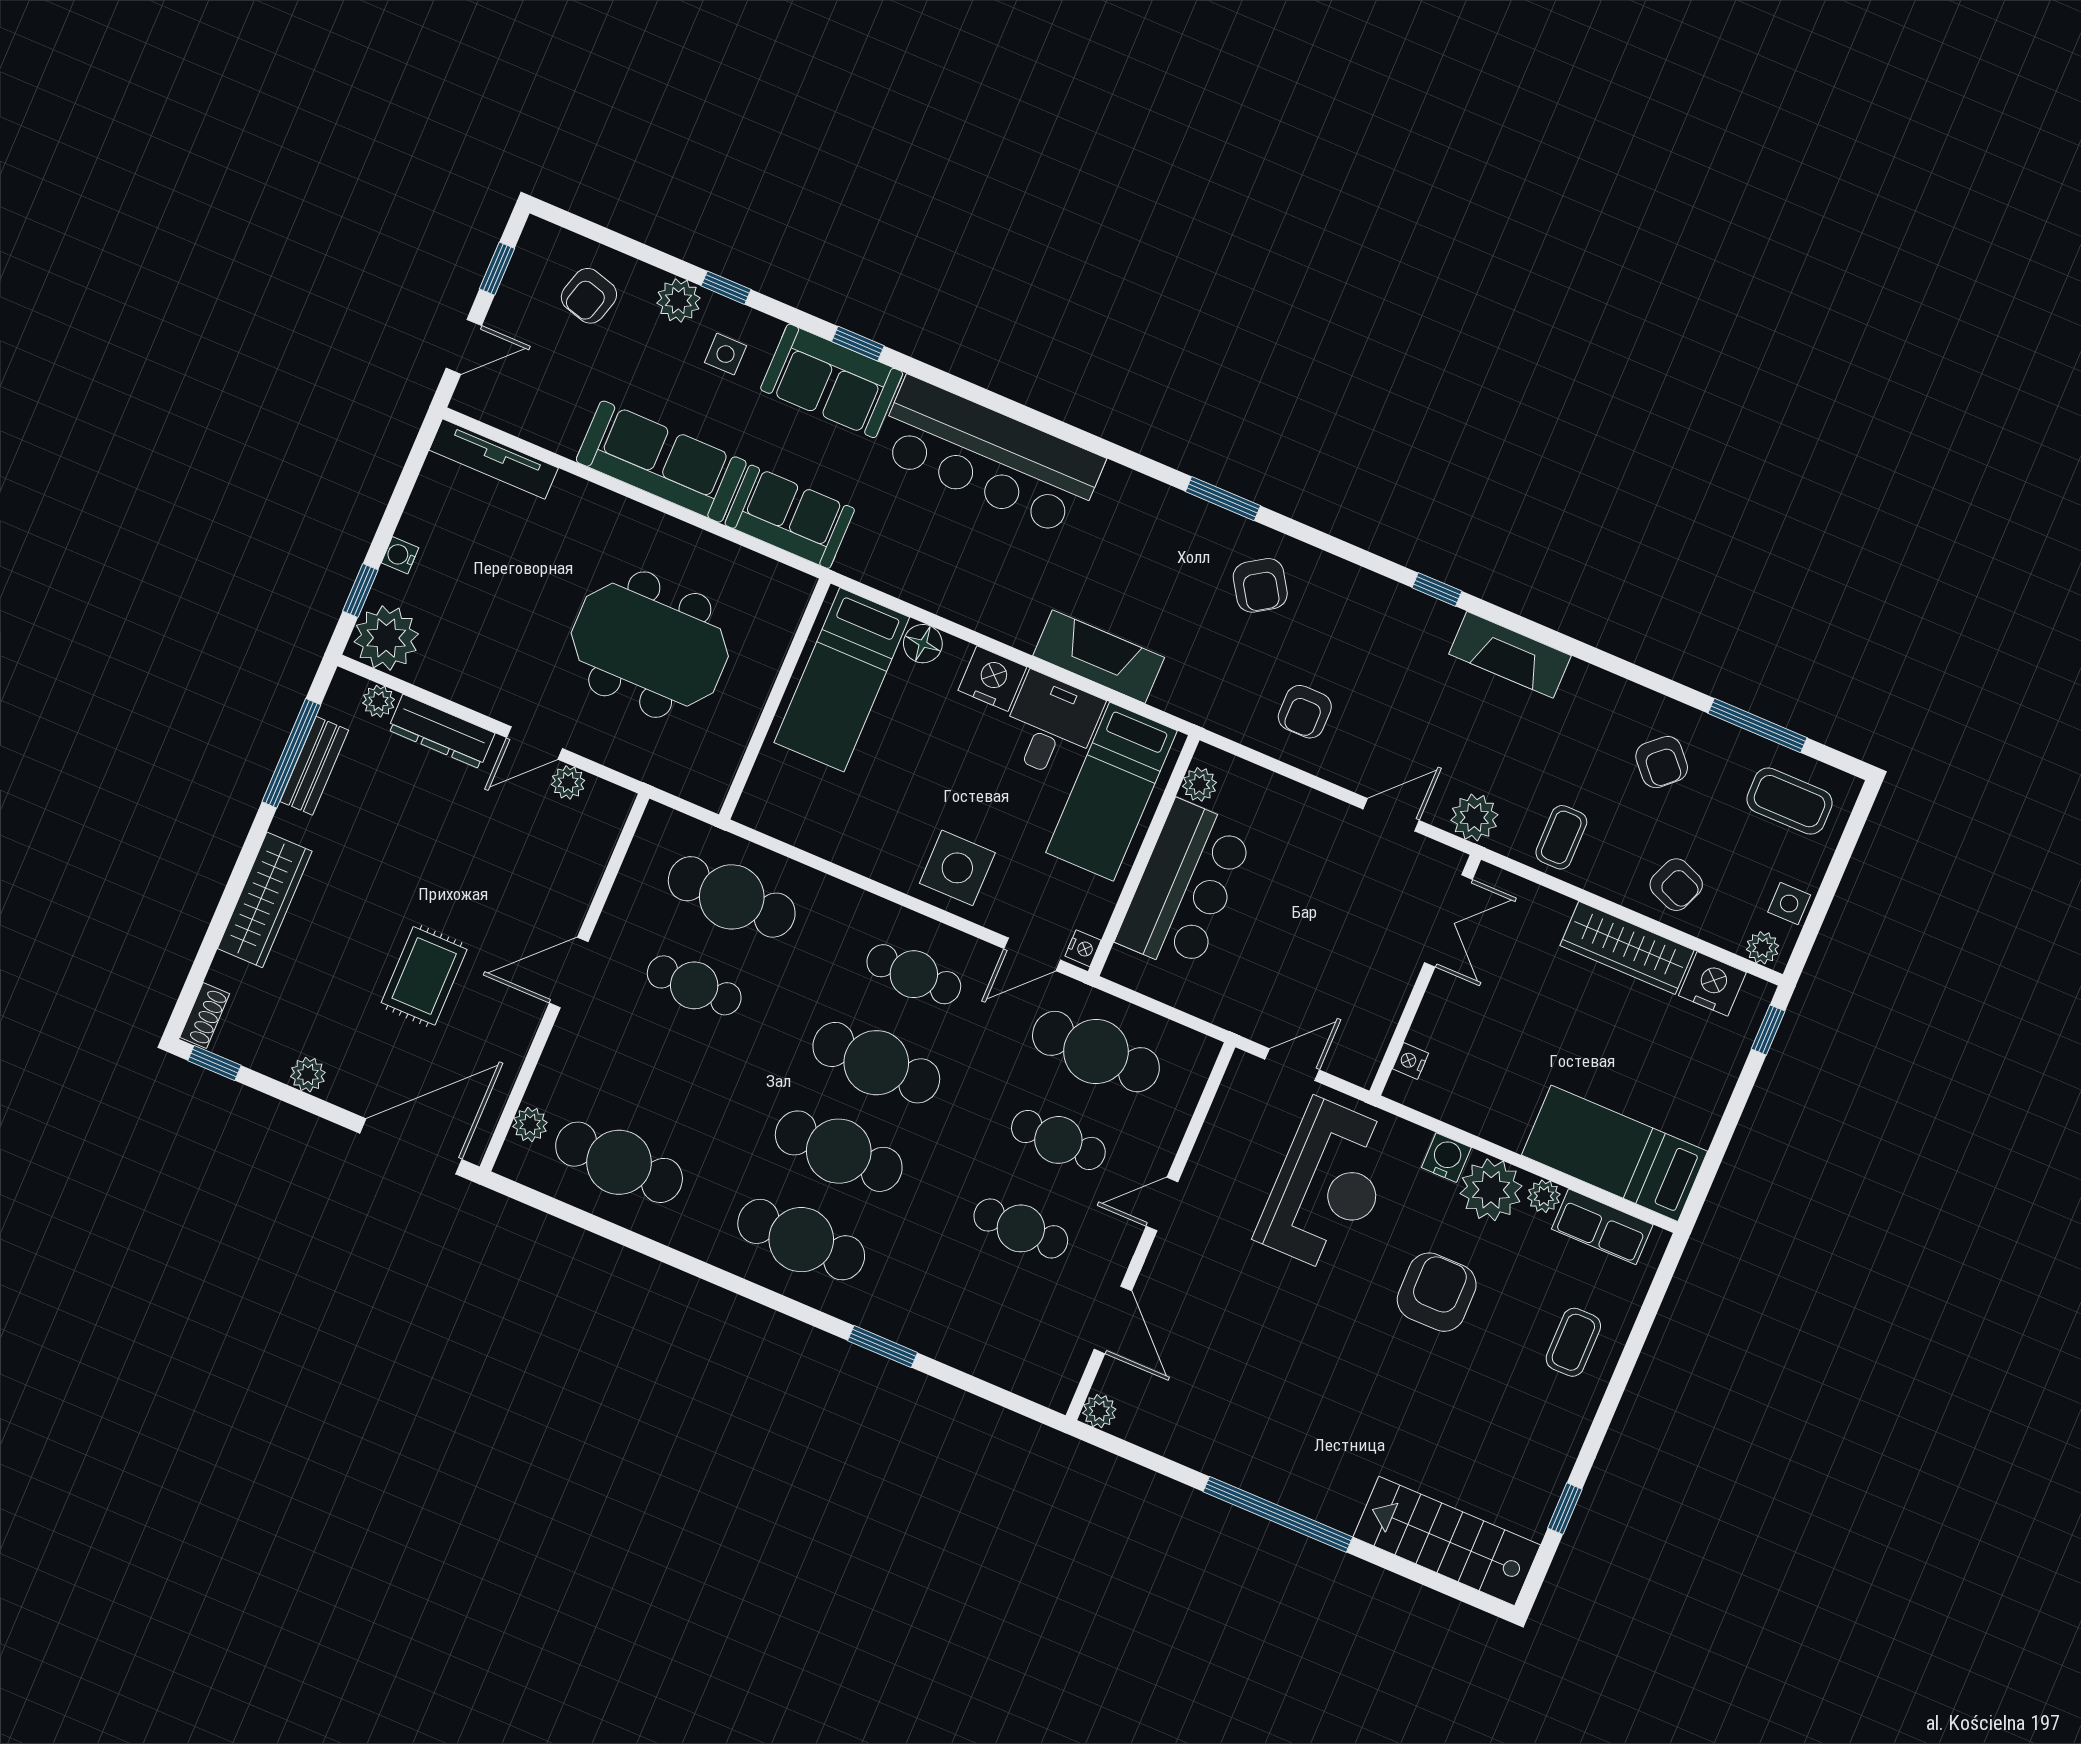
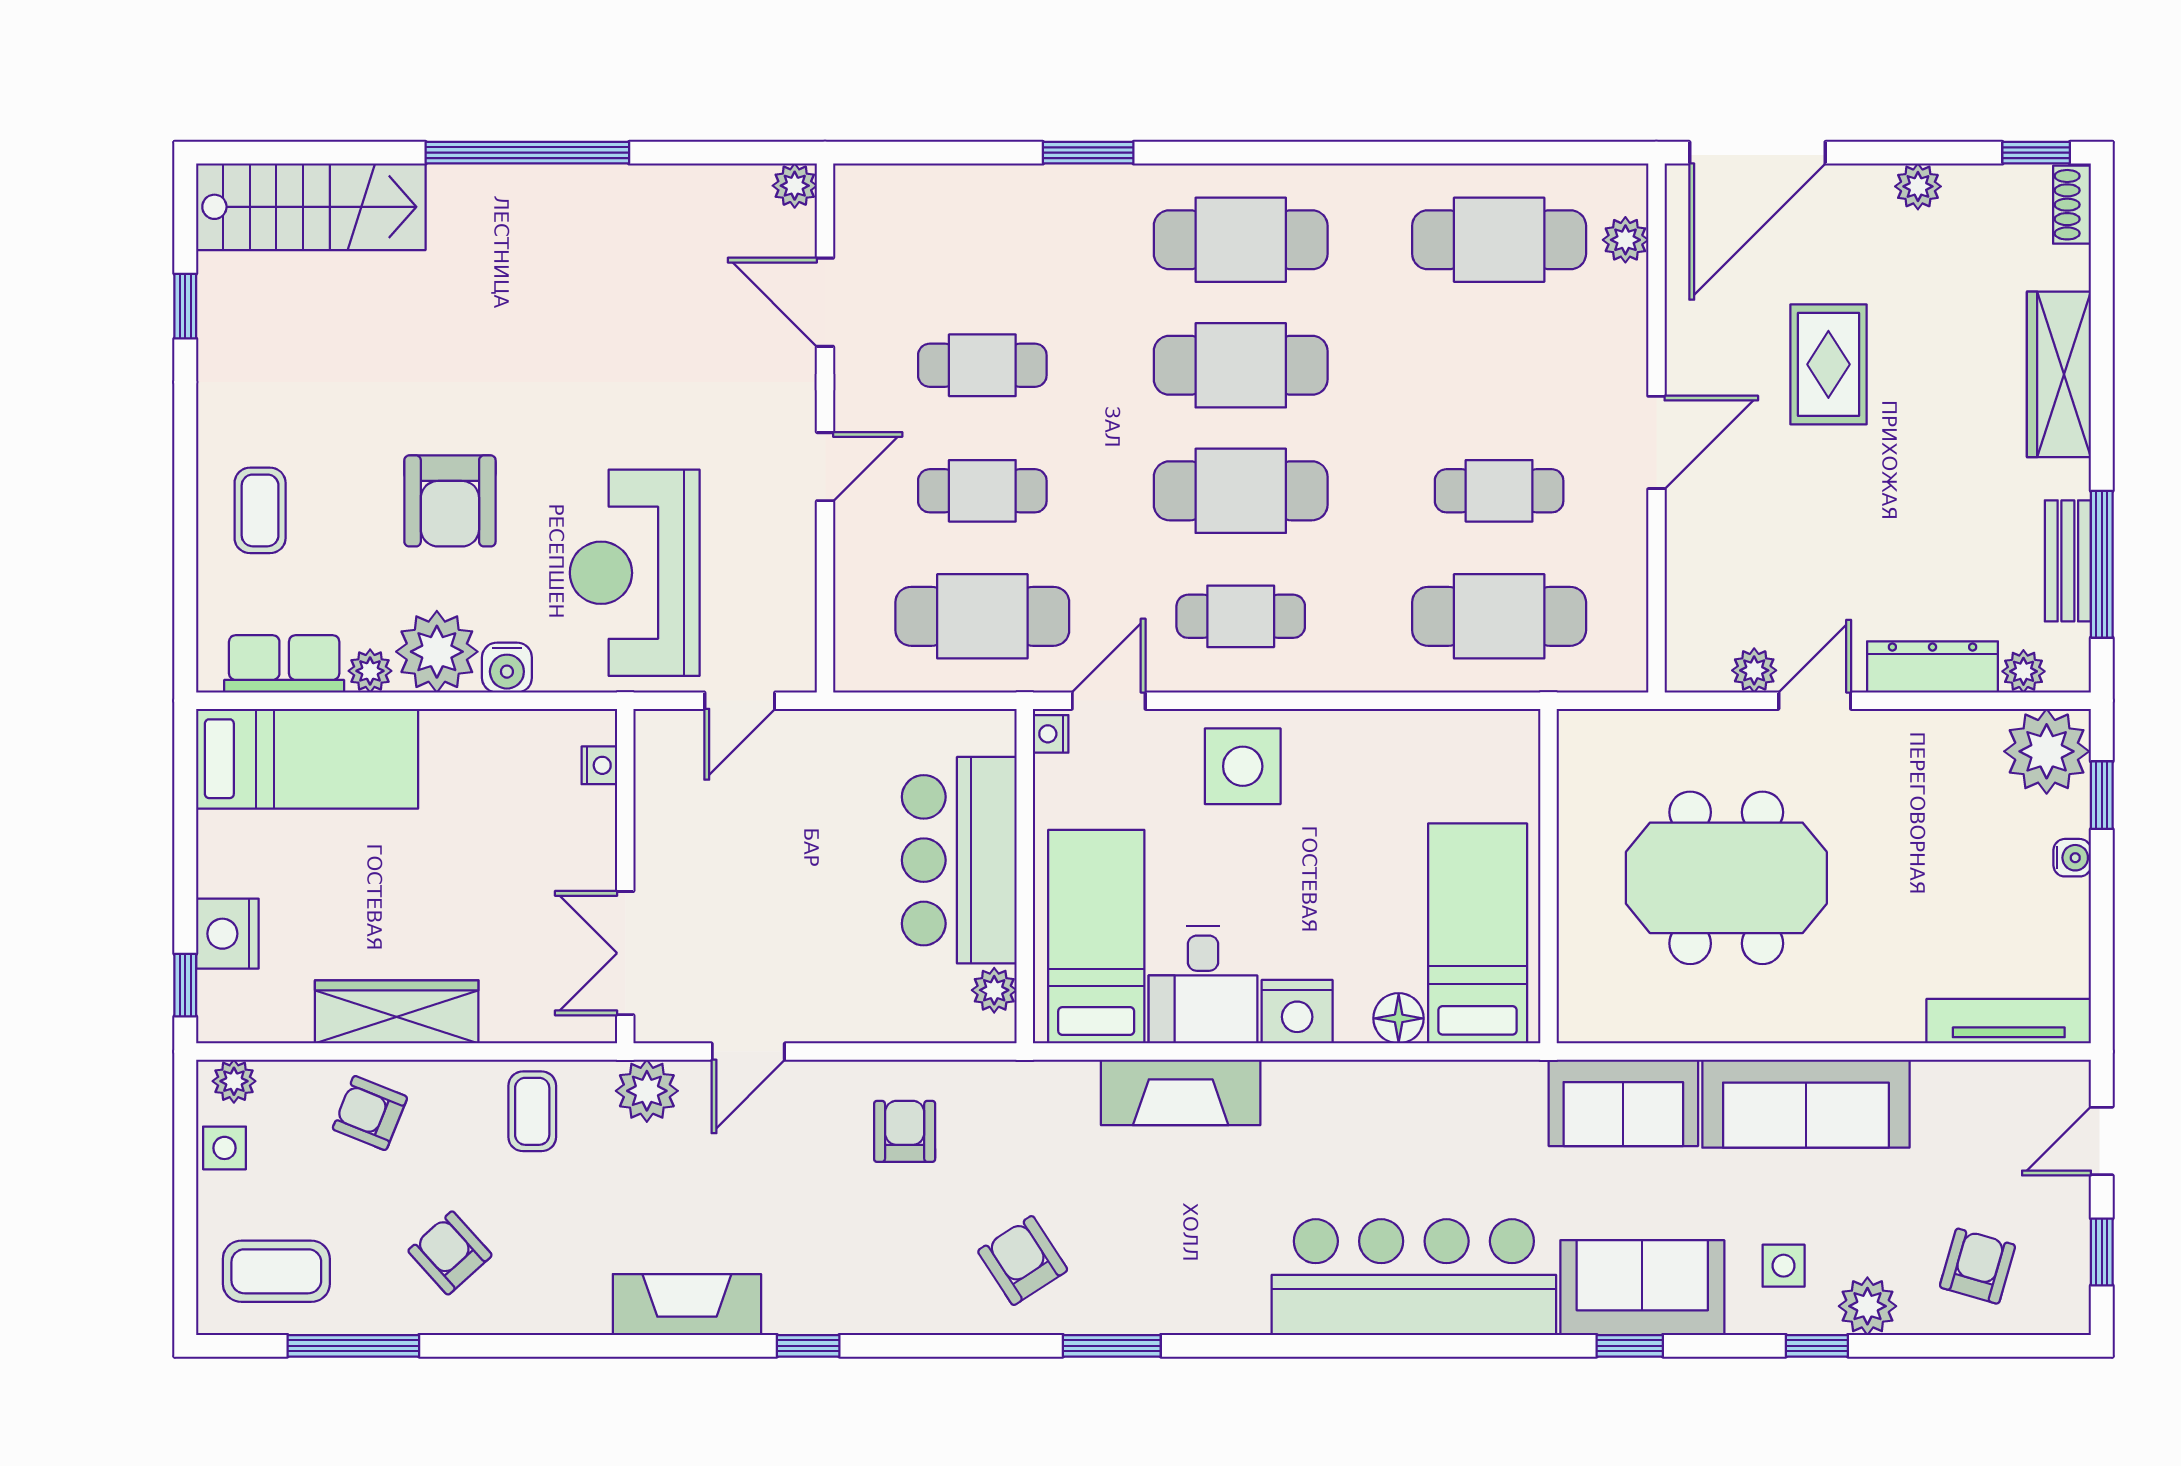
nightstand: (1712, 984) -> (227, 934), moved, turned 90

